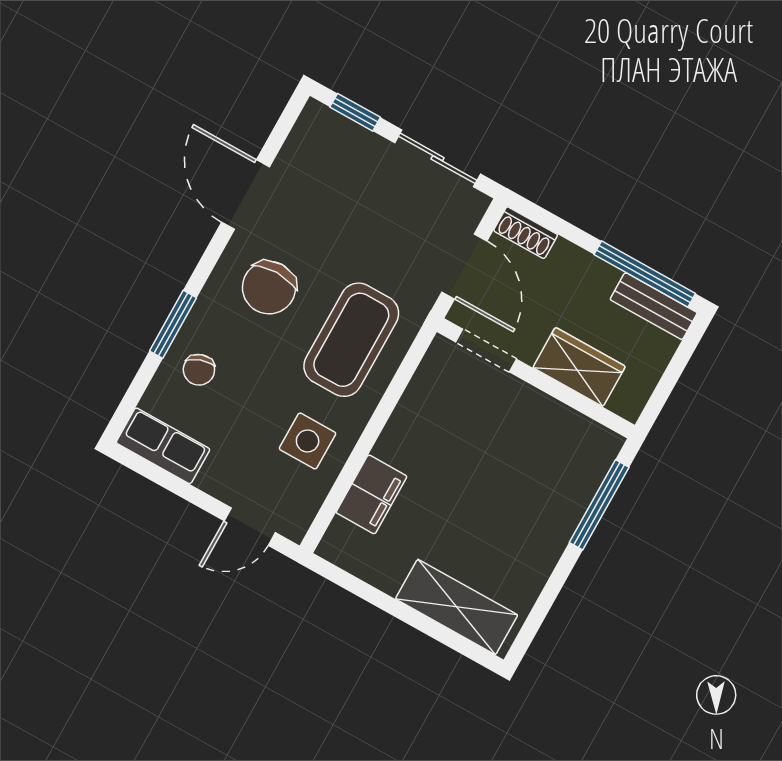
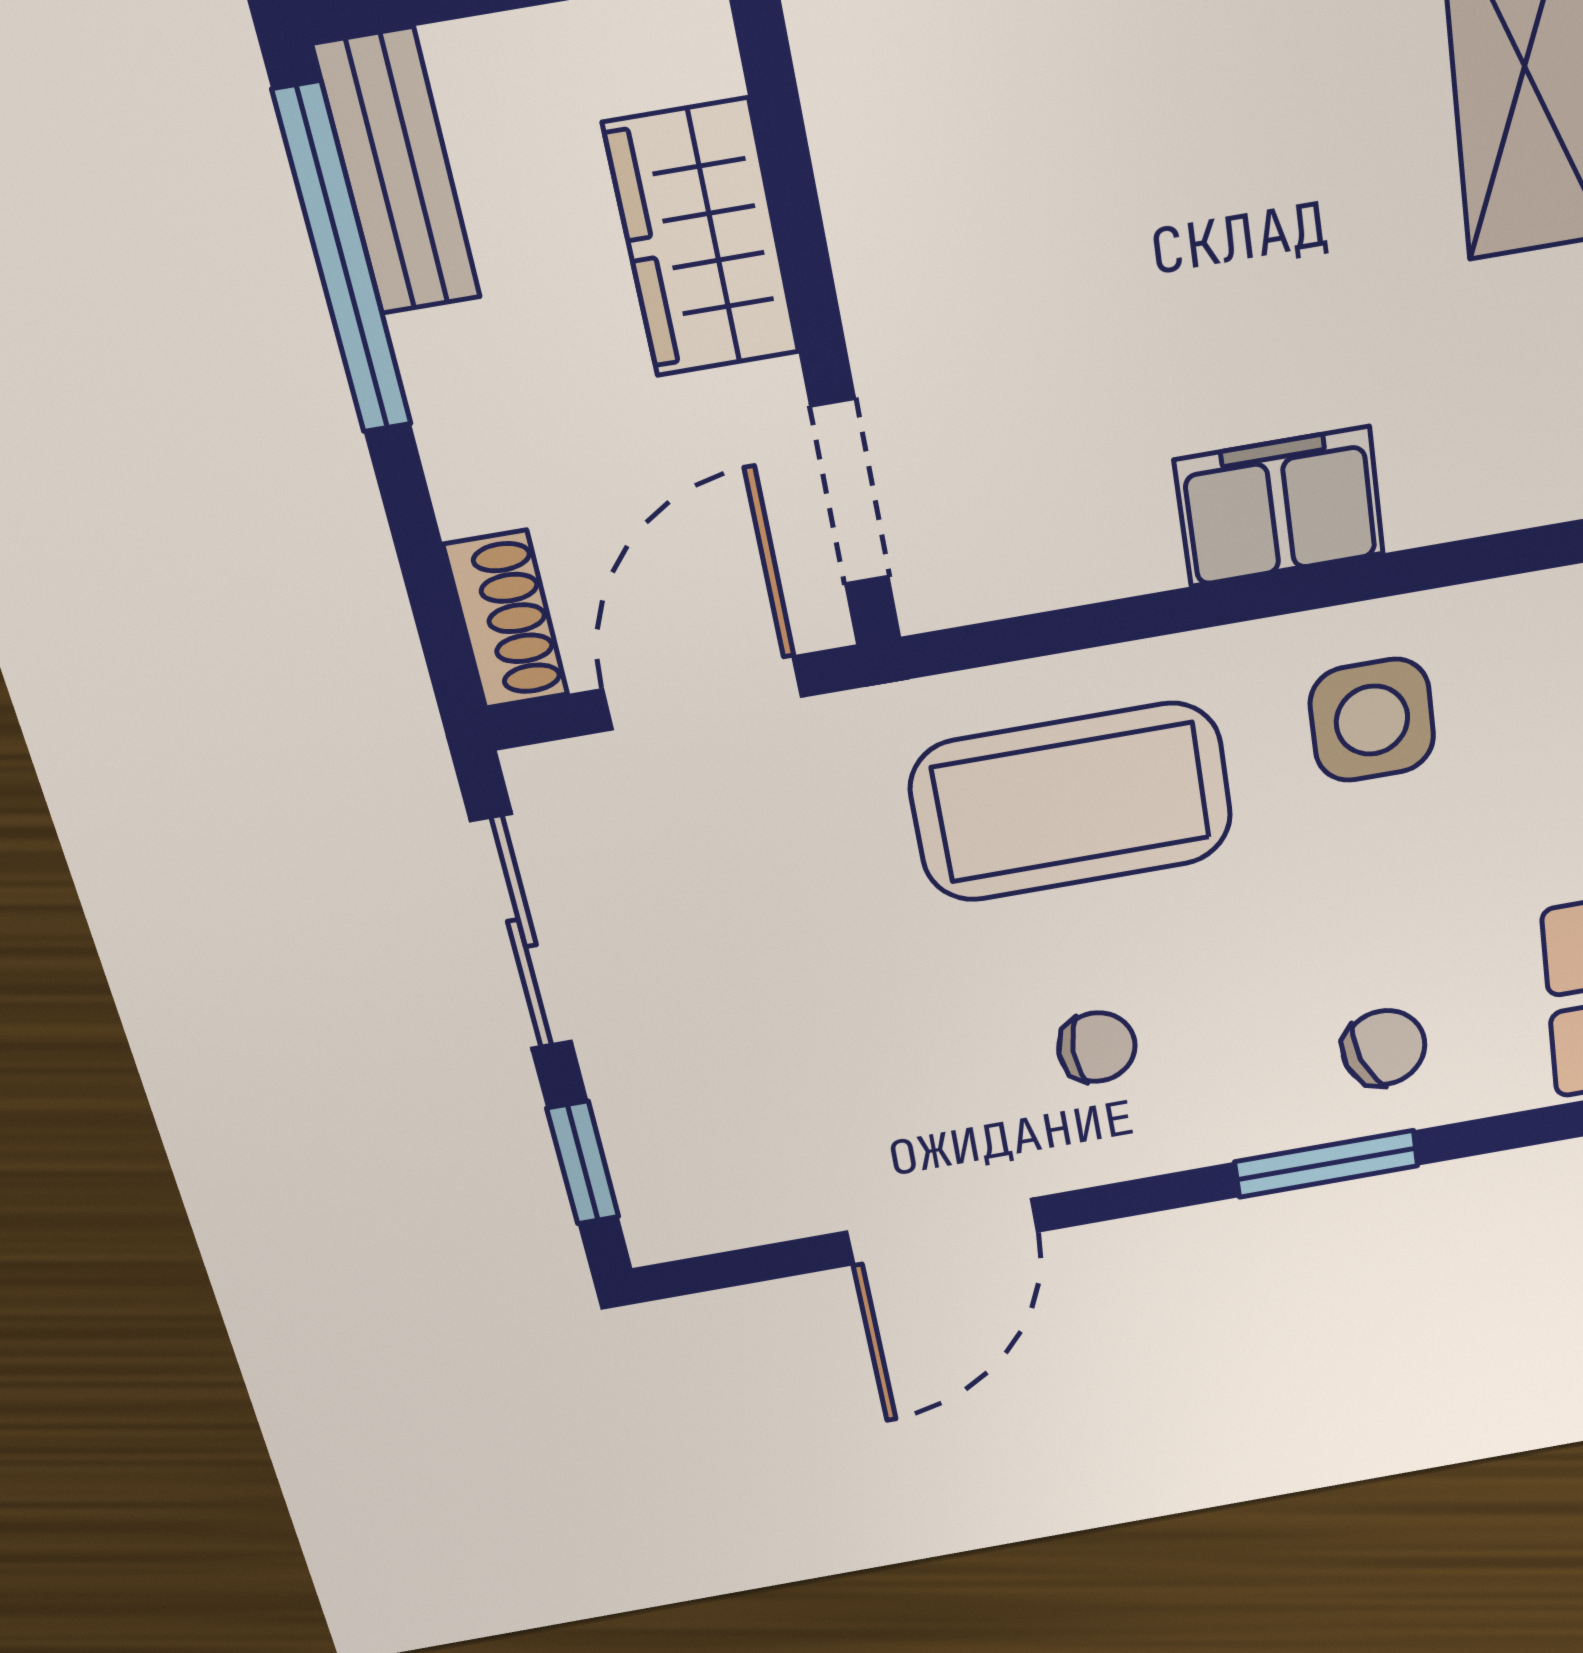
chair: (269, 288) -> (1097, 1047), width x0.54, depth x0.54
filing cabinet: (372, 494) -> (1279, 507), moved

